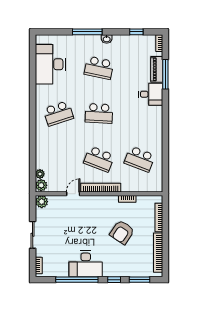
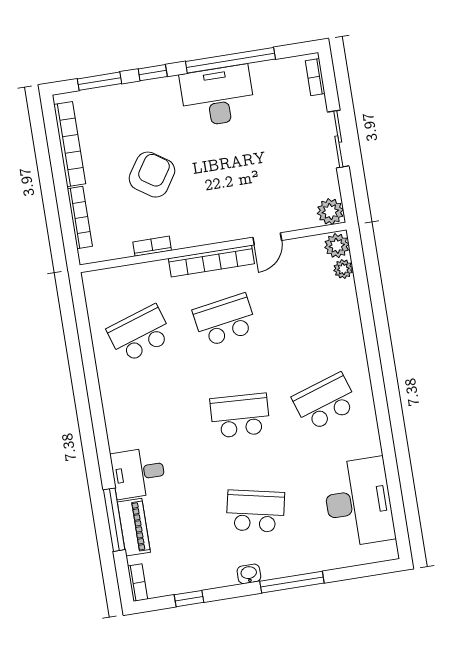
school desk: (99, 159) -> (225, 320), turned -30
school desk: (140, 159) -> (140, 334), turned -39

